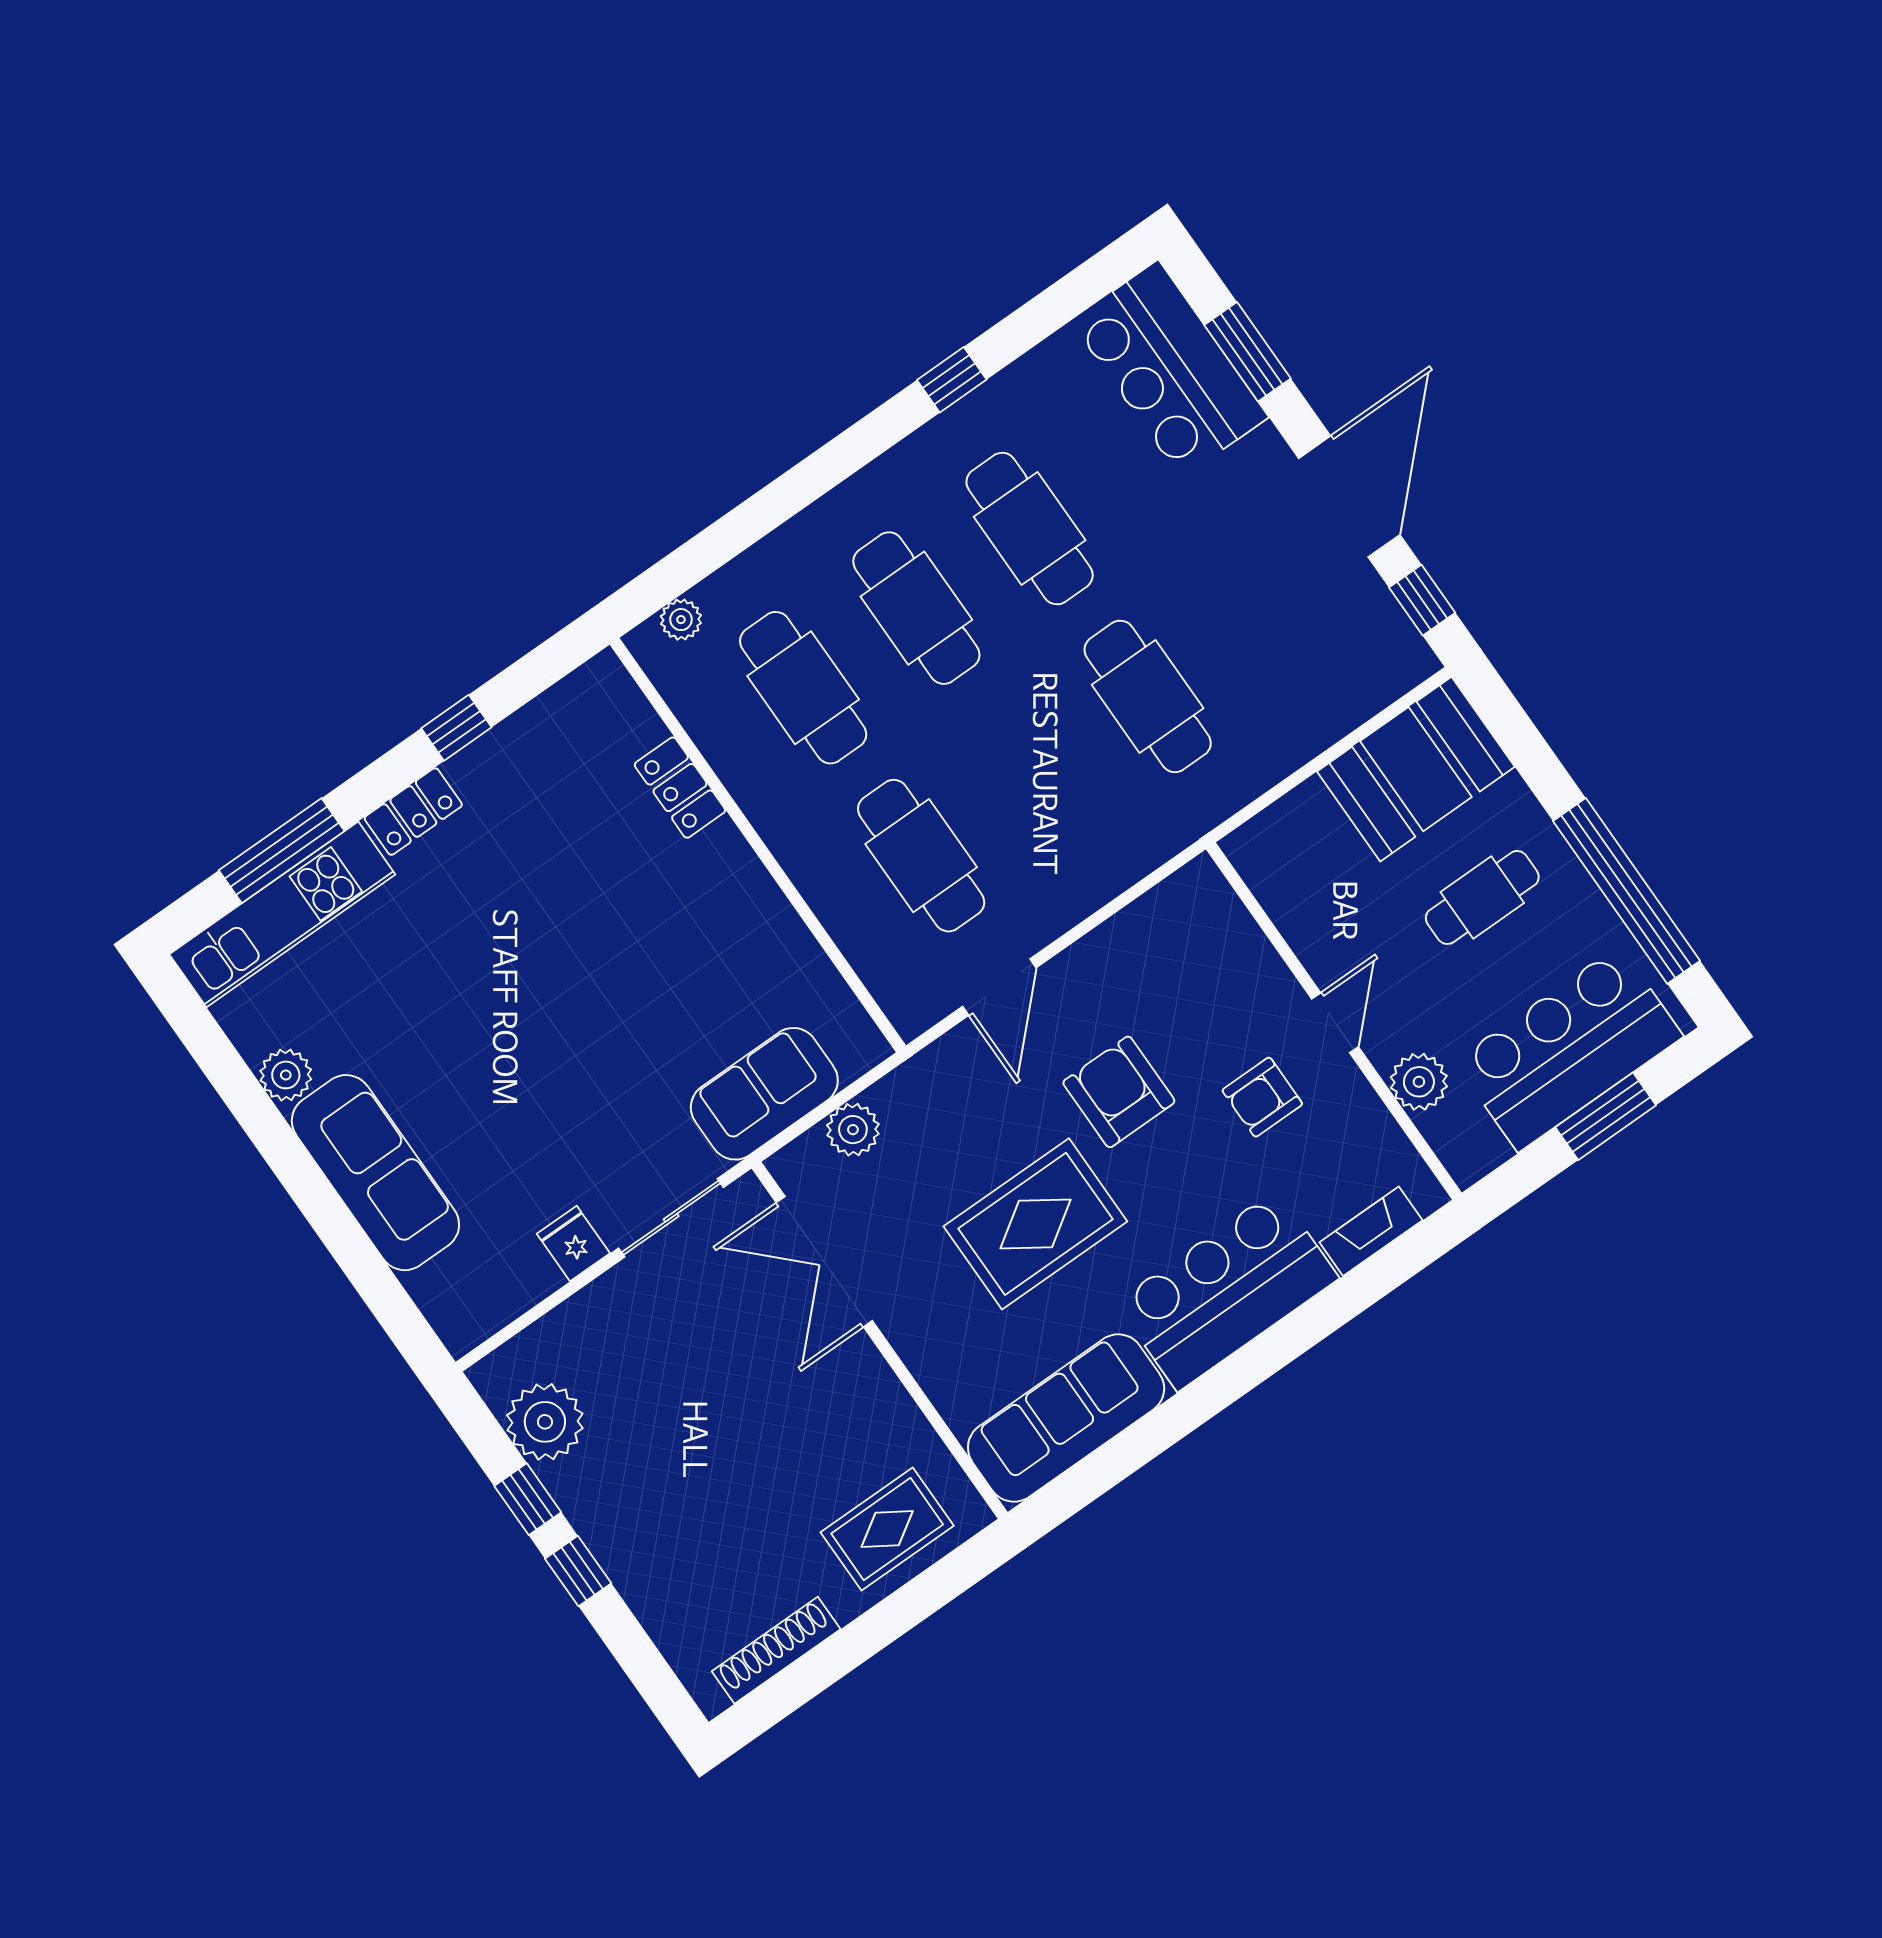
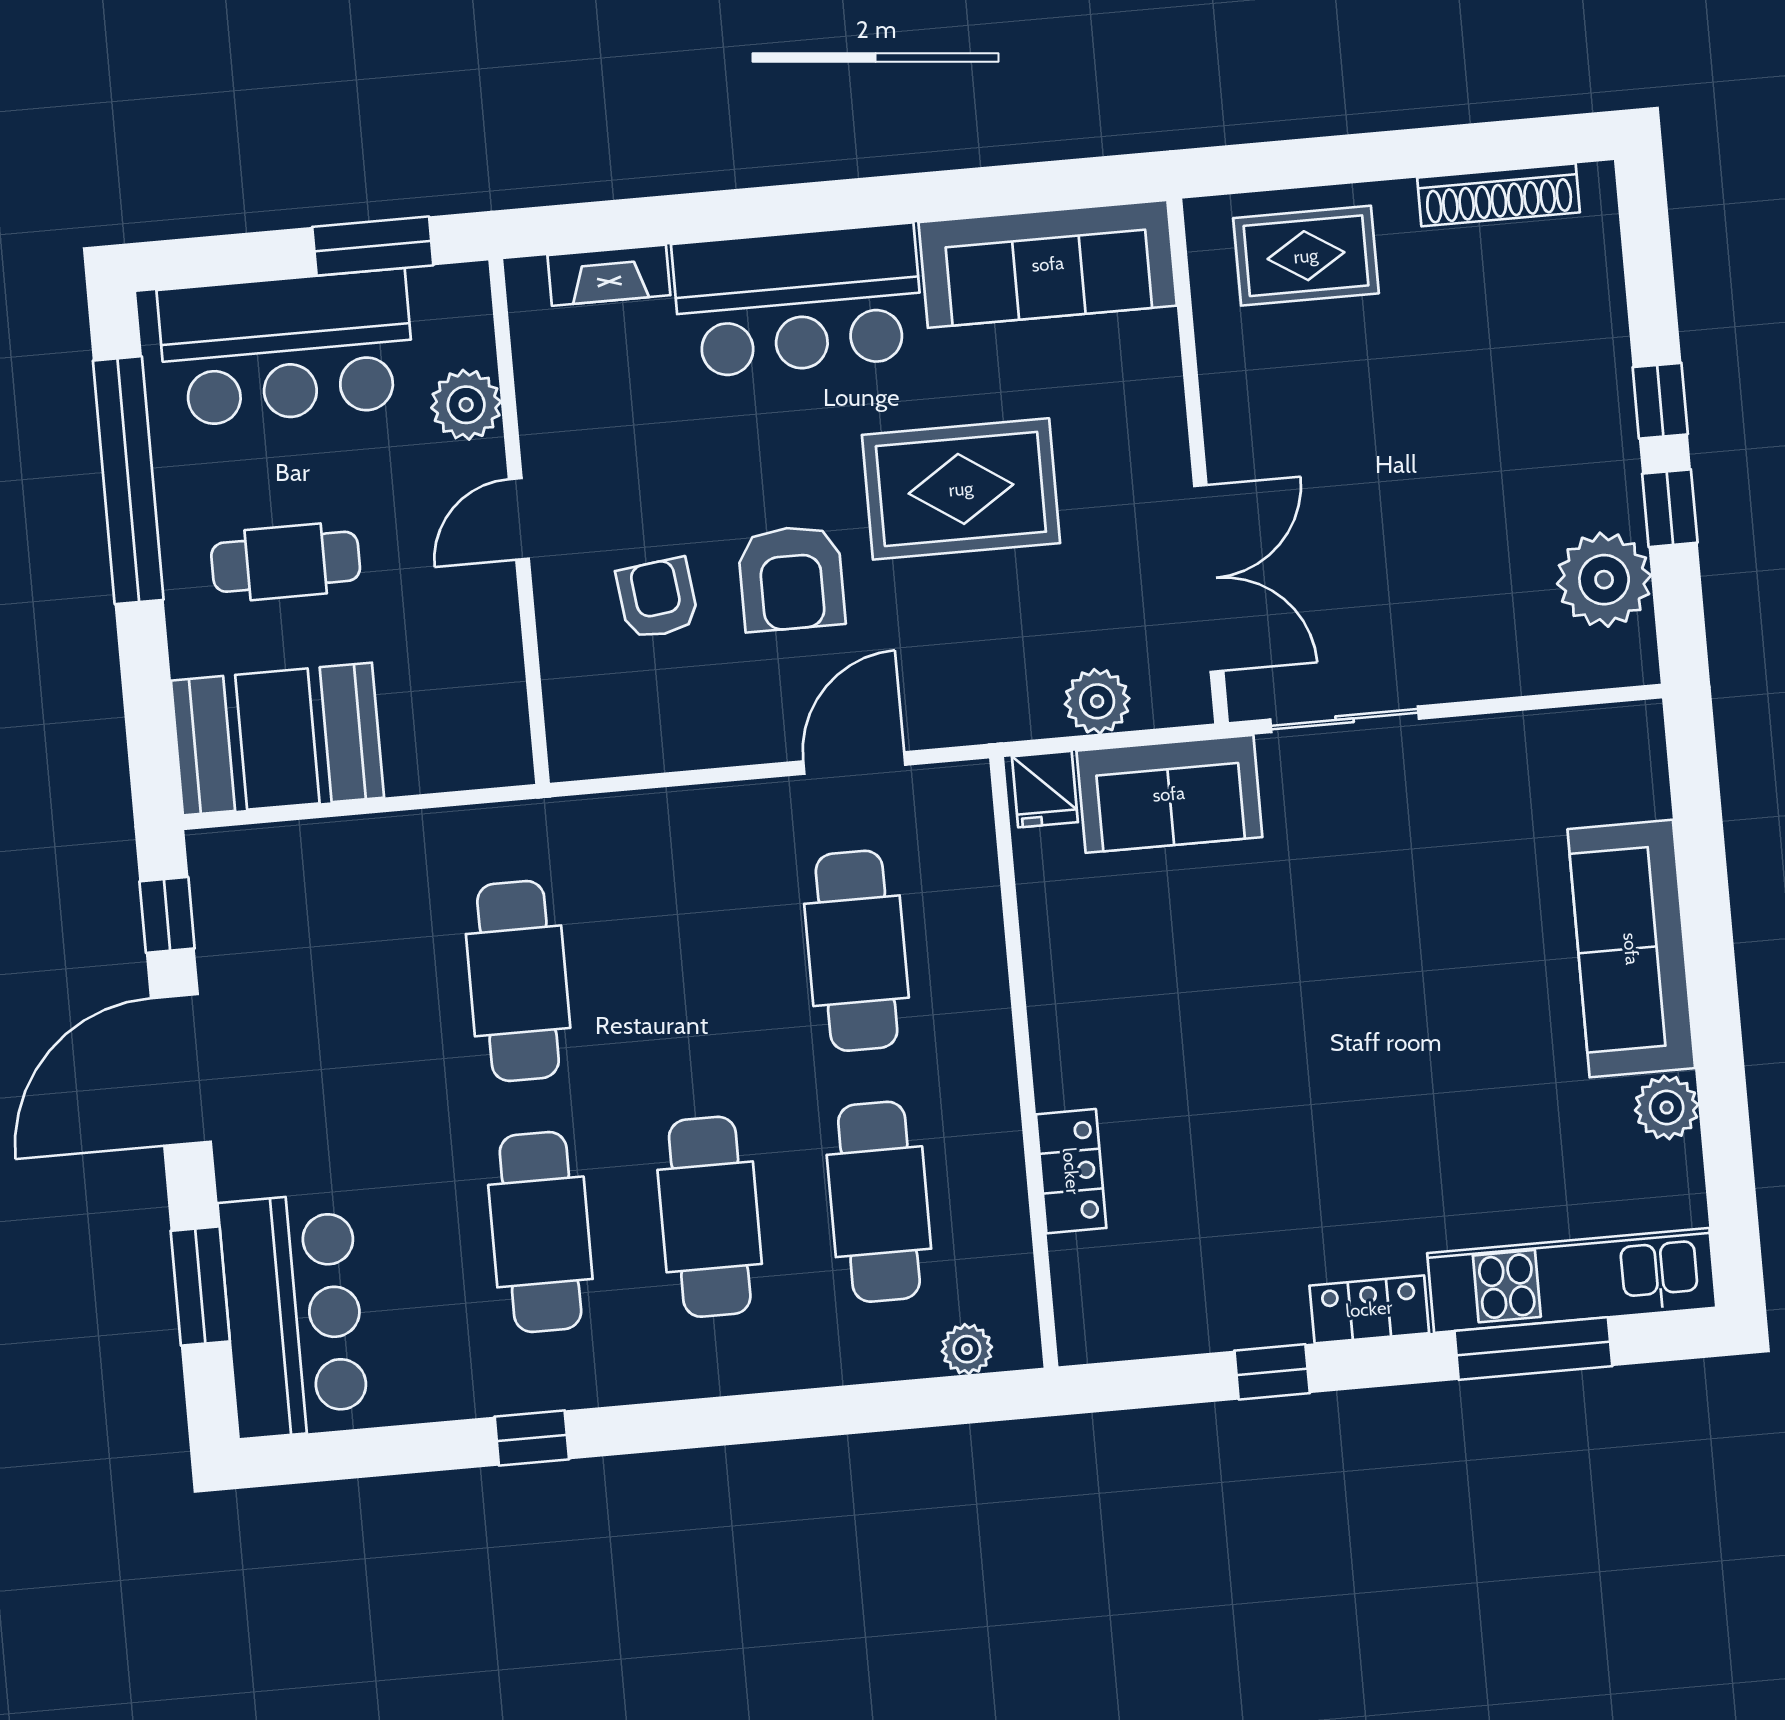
armchair: (1262, 1097) -> (657, 599), moved, turned -97
window: (1606, 1116) -> (373, 246), moved
fridge: (573, 1244) -> (1045, 789), moved

